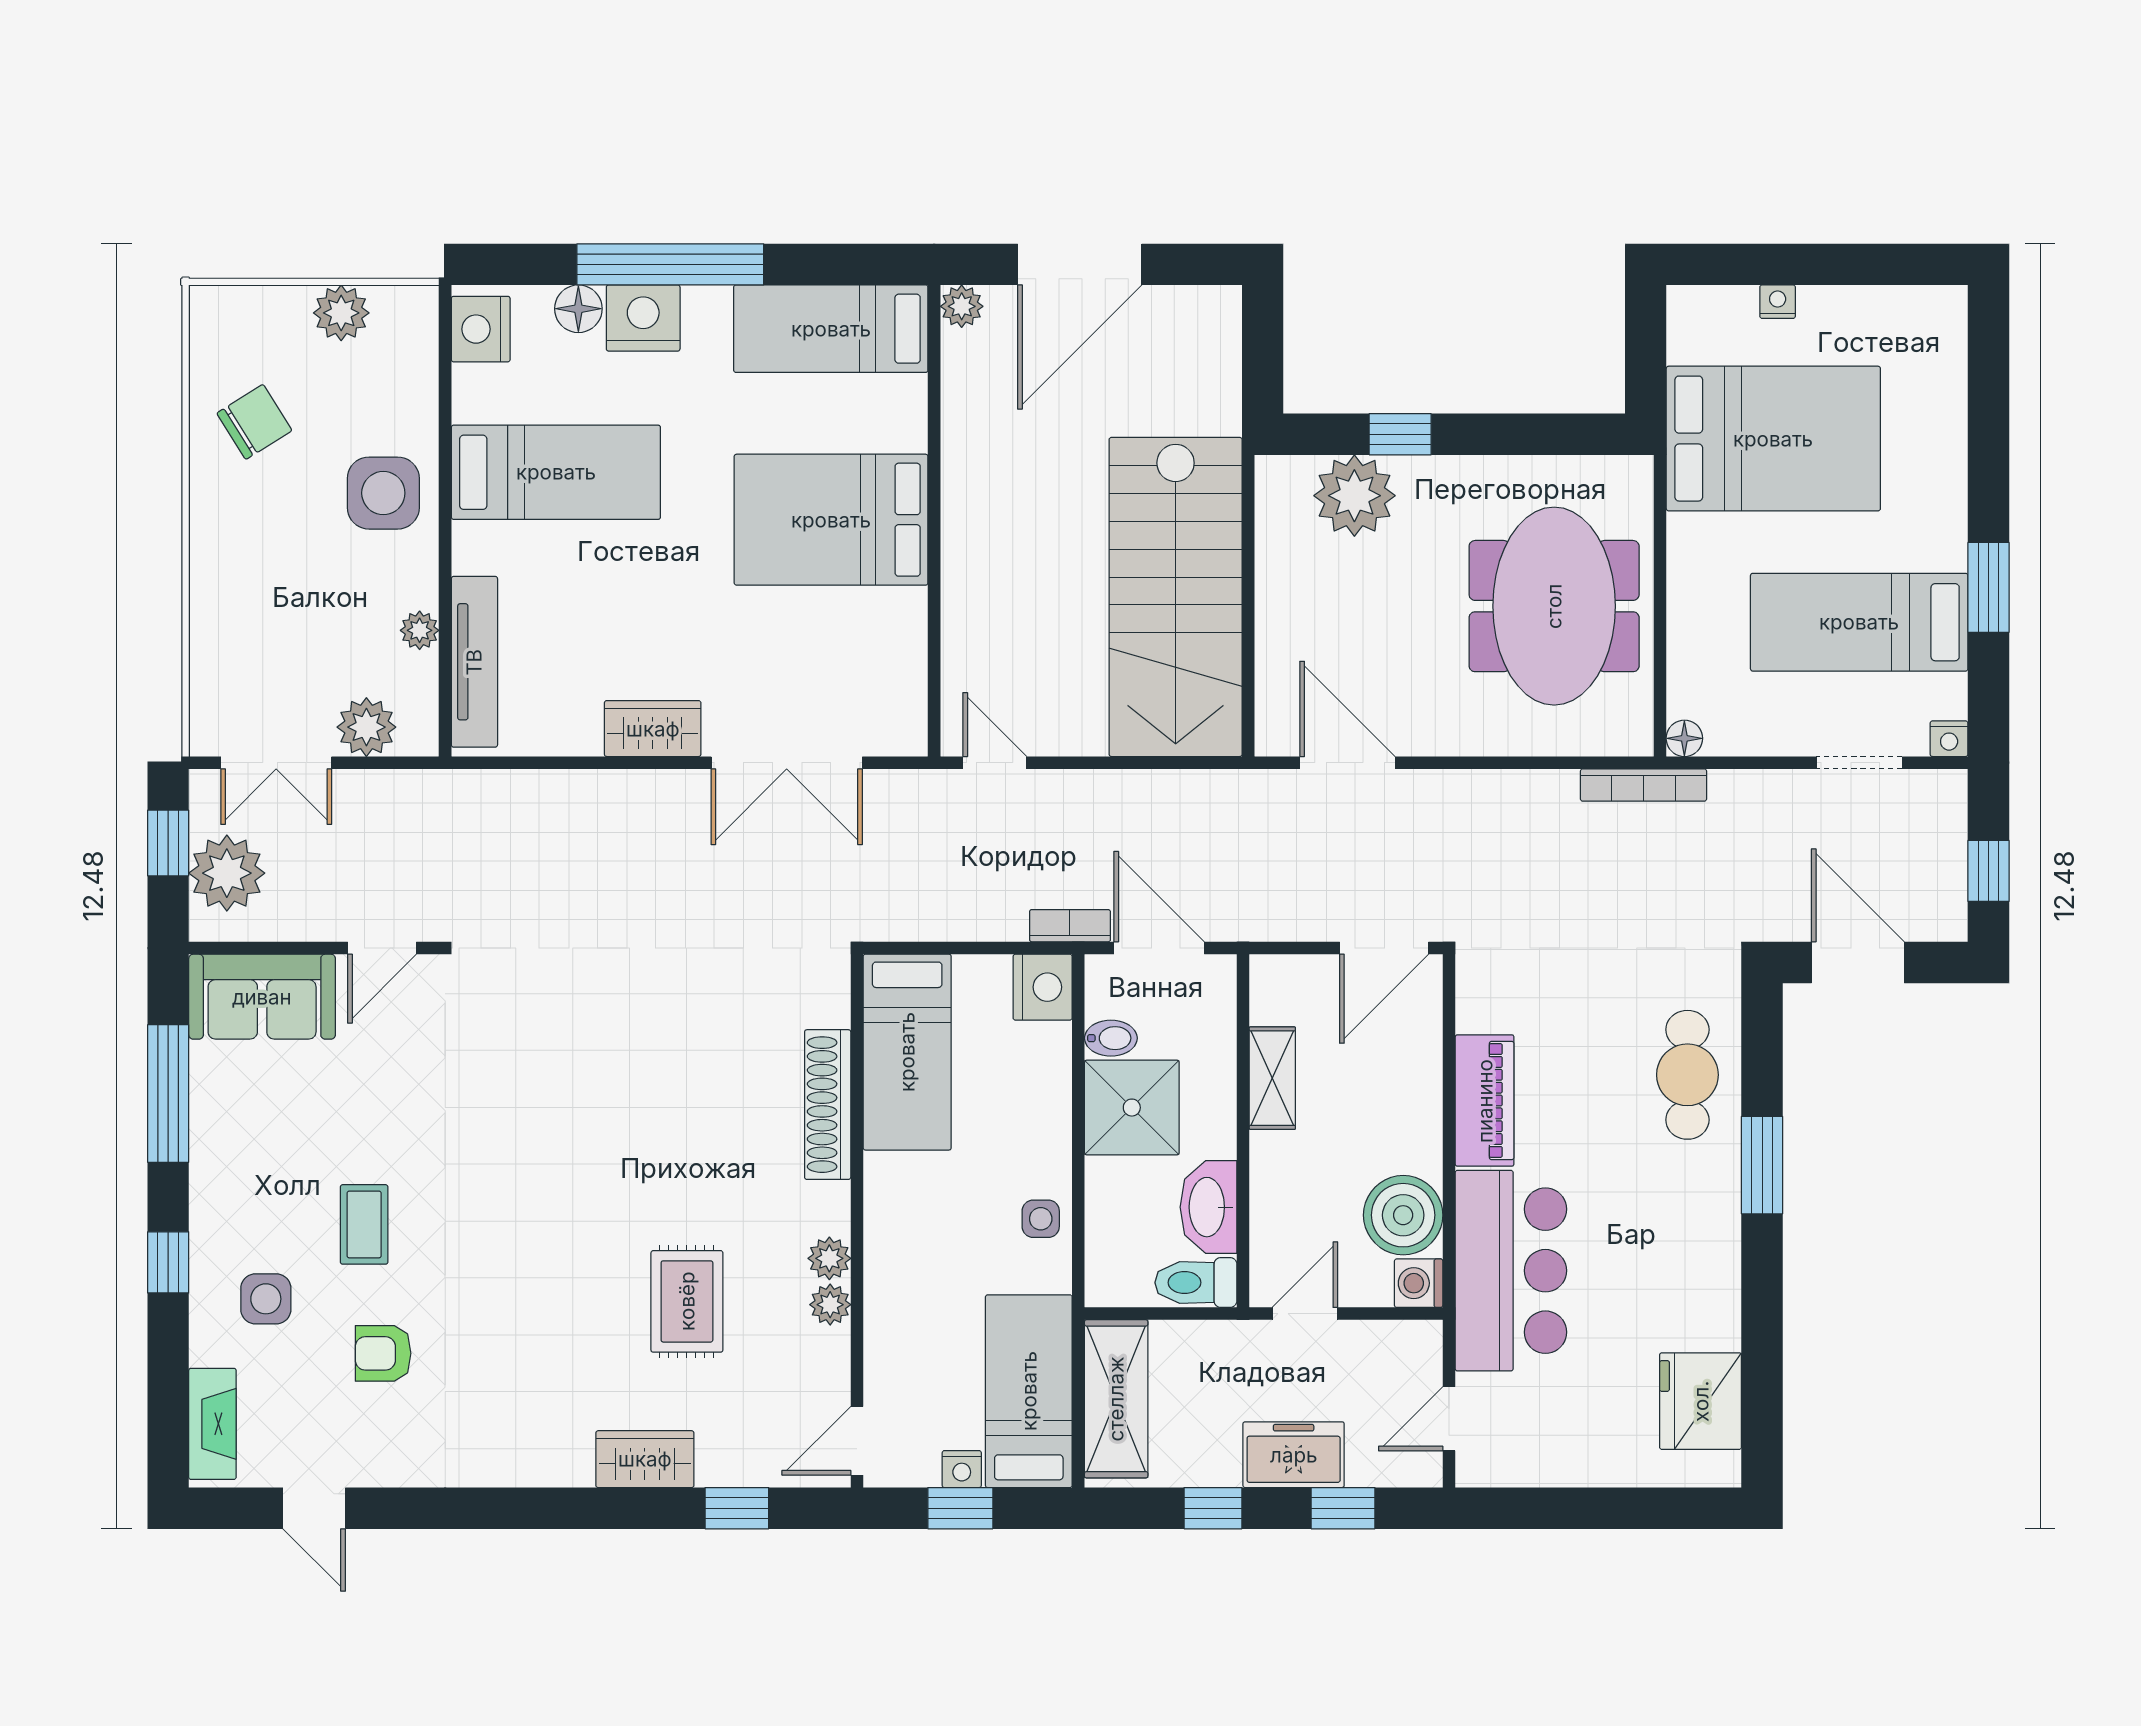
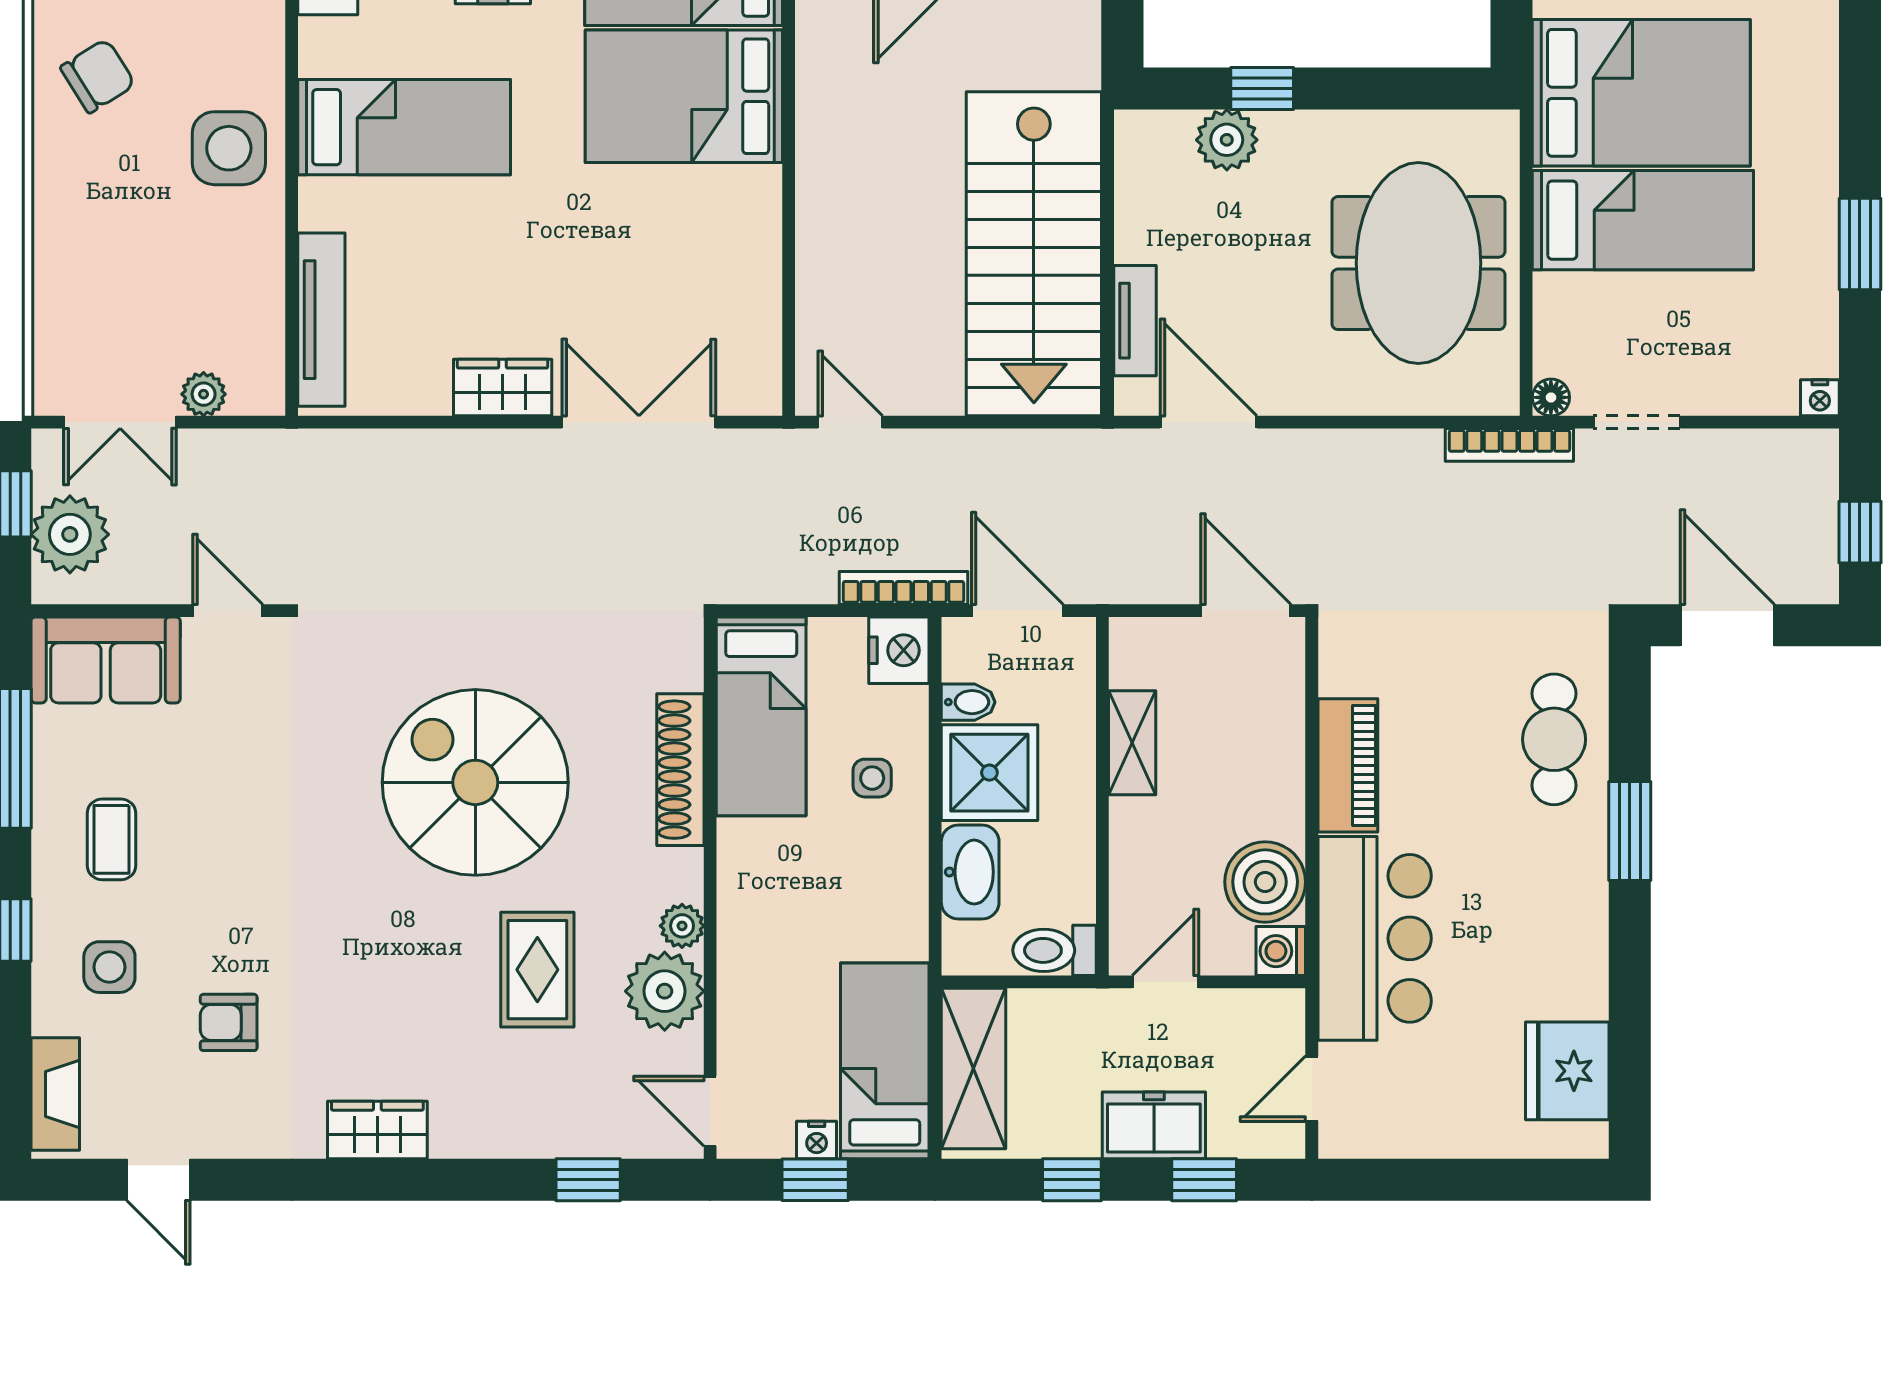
plant: (1354, 496) -> (1227, 140), width x0.73, depth x0.73
bed: (831, 520) -> (684, 96), moved
bed: (1859, 622) -> (1643, 220), moved, turned 180
plant: (420, 630) -> (266, 288), removed
tv unit: (1275, 663) -> (1135, 321), added
plant: (366, 727) -> (204, 394), width x0.73, depth x0.73
double door: (787, 763) -> (639, 422), swing flipped
doorway: (1859, 763) -> (1637, 422), moved
bookcase: (1070, 926) -> (903, 588), width x1.56
door: (382, 948) -> (228, 611), swing flipped
door: (1384, 948) -> (1246, 611), swing flipped
spiral stairs: (626, 1117) -> (475, 782), added
washbasin: (1209, 1207) -> (970, 872), moved, turned 180
side table: (1041, 1219) -> (872, 778), moved
coffee table: (364, 1224) -> (112, 839), moved
plant: (830, 1305) -> (665, 991), width x1.88, depth x1.88
door: (857, 1441) -> (710, 1111), hinge flipped
wardrobe: (645, 1459) -> (377, 1130), moved

